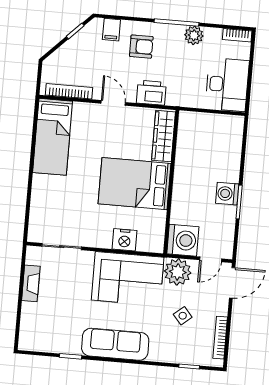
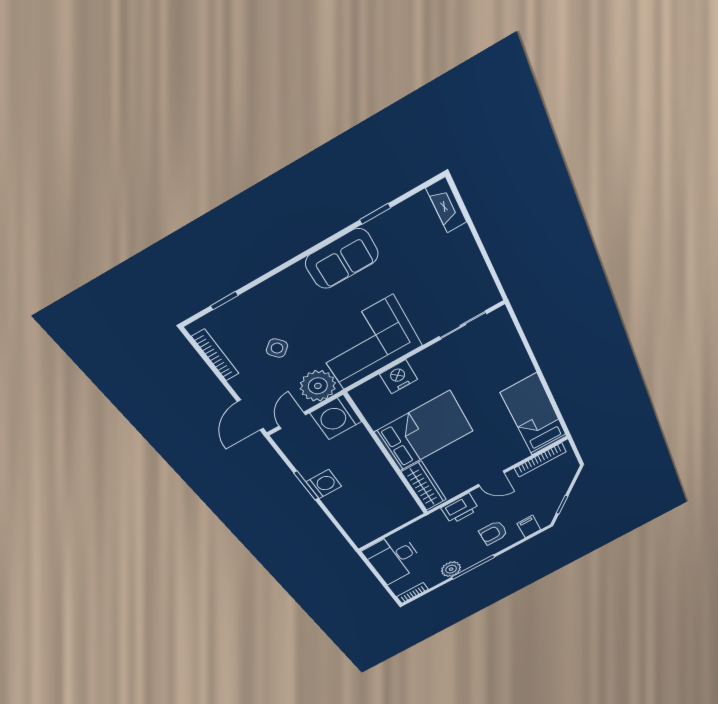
fireplace: (31, 283) -> (446, 205), moved
sofa: (115, 344) -> (342, 259), width x0.73

